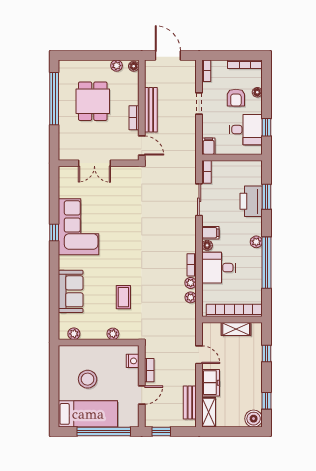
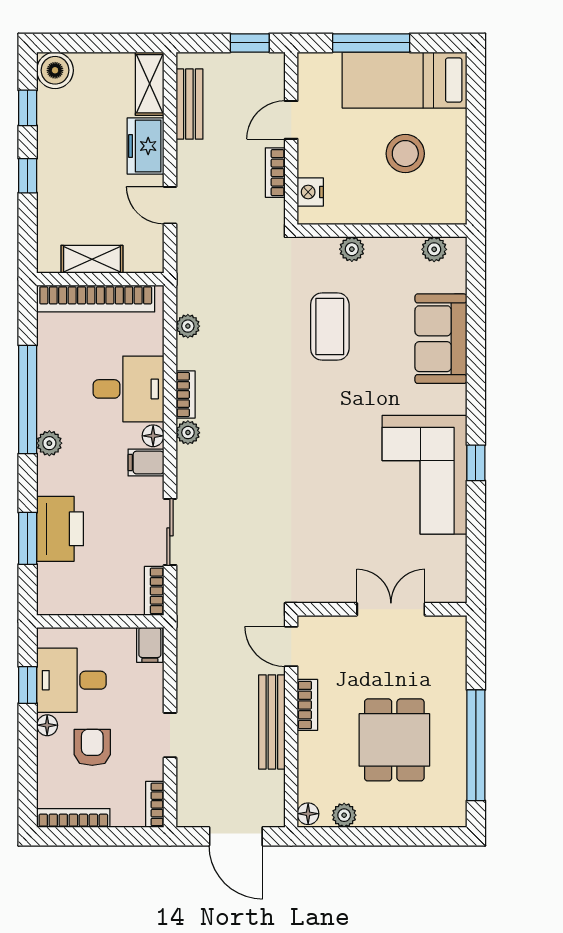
floor lamp: (257, 92) -> (47, 725), moved
plant: (191, 283) -> (188, 433), moved
coffee table: (123, 297) -> (330, 326), width x1.36, depth x1.30
window: (267, 353) -> (28, 176), moved
window: (104, 432) -> (371, 43), width x0.68

